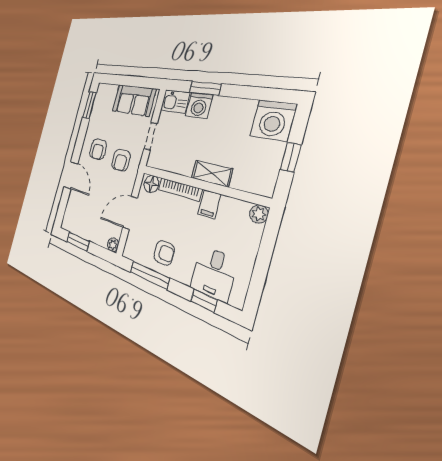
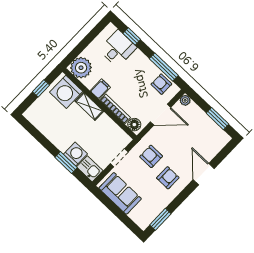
washing machine: (273, 120) -> (66, 92), moved, turned 180
armchair: (121, 160) -> (151, 156), turned -90
plant: (259, 214) -> (81, 68), width x1.88, depth x1.88
armchair: (164, 253) -> (161, 84), moved

